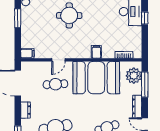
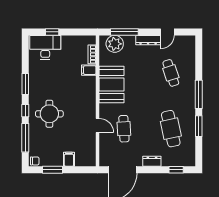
filing cabinet: (96, 52) -> (89, 70), moved
filing cabinet: (27, 53) -> (69, 159), moved
booth: (96, 78) -> (112, 84), width x0.73, depth x0.70

